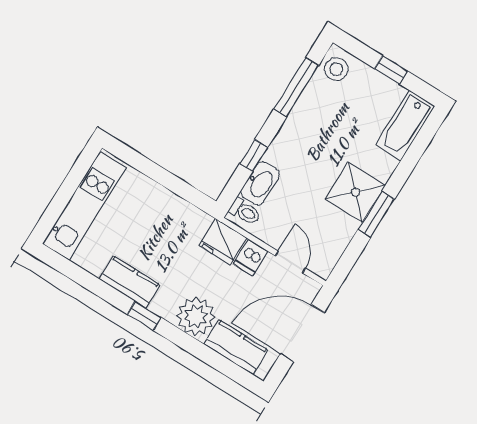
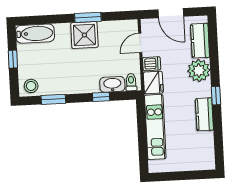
window: (296, 87) -> (53, 99), width x0.69
kitchen unit: (84, 206) -> (155, 127), moved, turned 90
door: (302, 333) -> (171, 13), width x0.73

